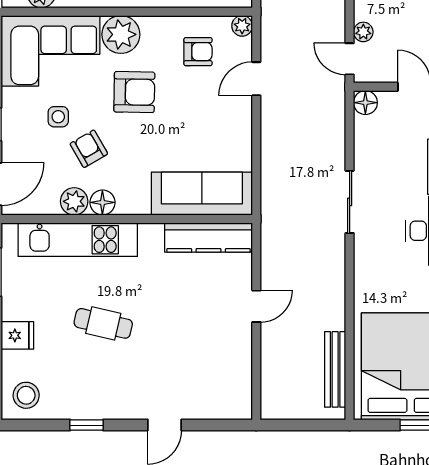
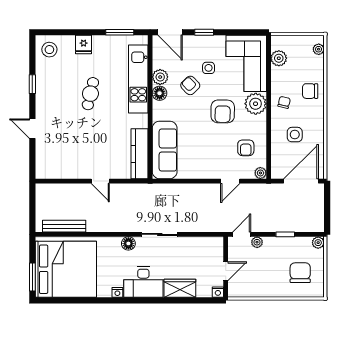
door: (256, 79) -> (230, 181), swing flipped
floor lamp: (365, 103) -> (128, 243), moved
armchair: (89, 149) -> (190, 85), turned -104

